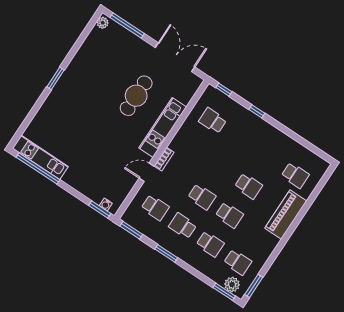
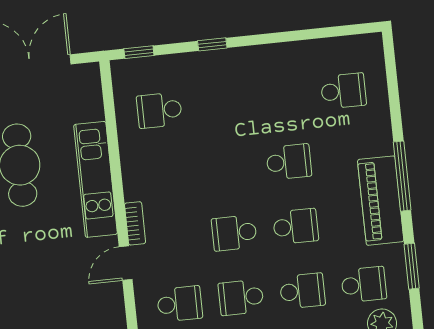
school desk: (202, 197) -> (234, 233), turned 180
piano: (286, 215) -> (381, 201), moved
window: (290, 230) -> (402, 176), added
window: (254, 286) -> (412, 266), moved

